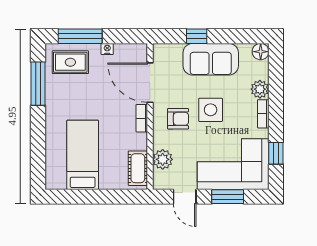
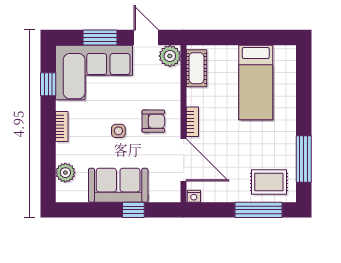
nightstand: (107, 49) -> (194, 196), moved
floor lamp: (261, 52) -> (65, 193), removed
plant: (260, 89) -> (65, 173), moved
side table: (211, 110) -> (118, 131), width x0.54, depth x0.54
armchair: (178, 119) -> (153, 121), turned 180
plant: (163, 159) -> (170, 56), moved

